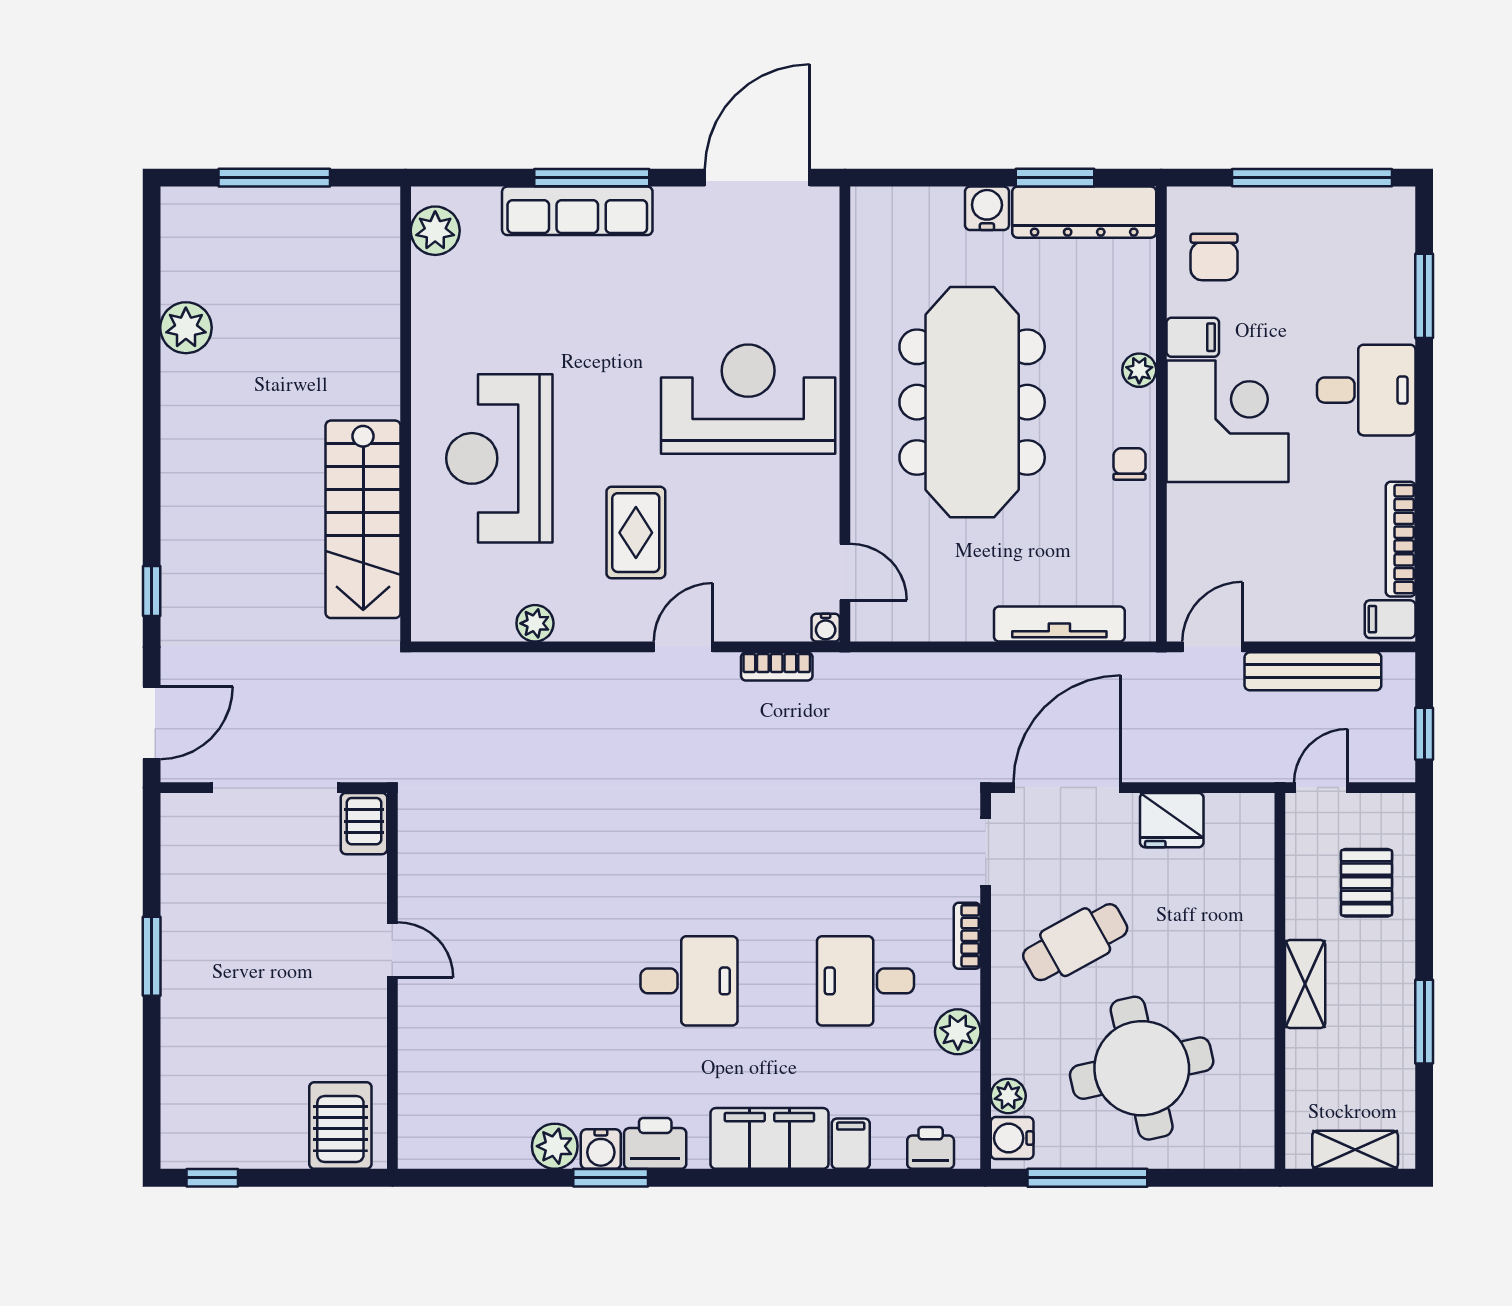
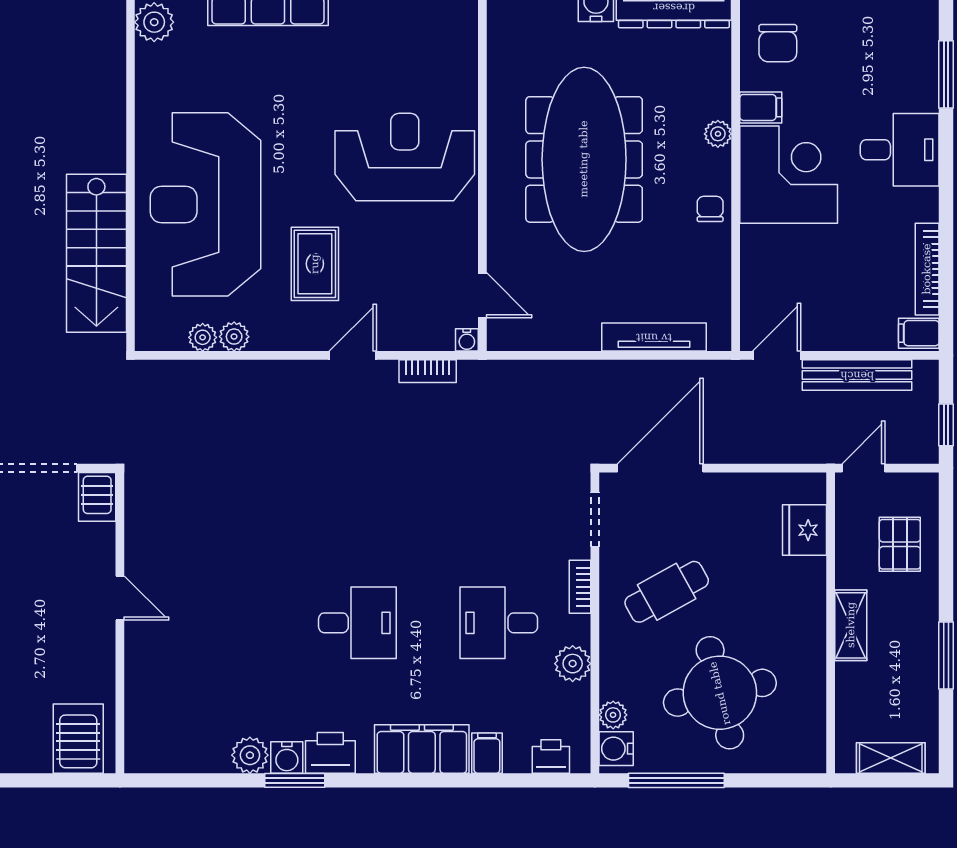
reception desk: (499, 458) -> (206, 204), width x1.36, depth x1.30
plant: (496, 624) -> (203, 337), added
fridge: (1172, 820) -> (805, 530), moved, turned 90

